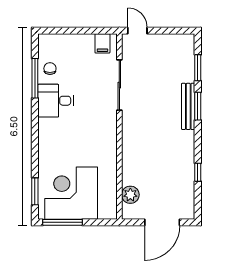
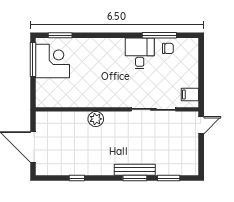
corner desk: (71, 193) -> (53, 61), width x0.74, depth x0.74
plant: (130, 195) -> (96, 119), moved

